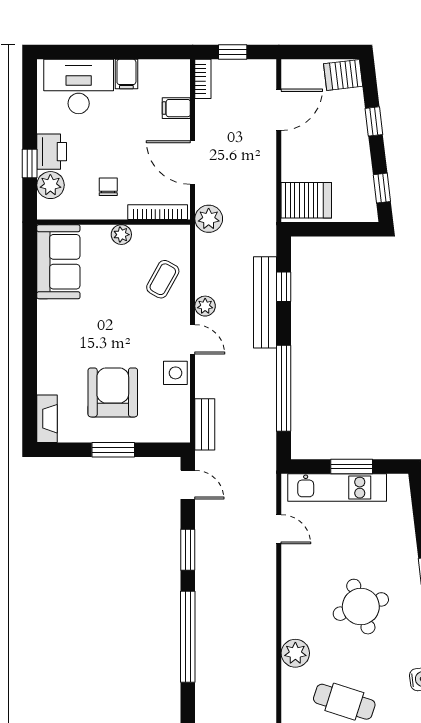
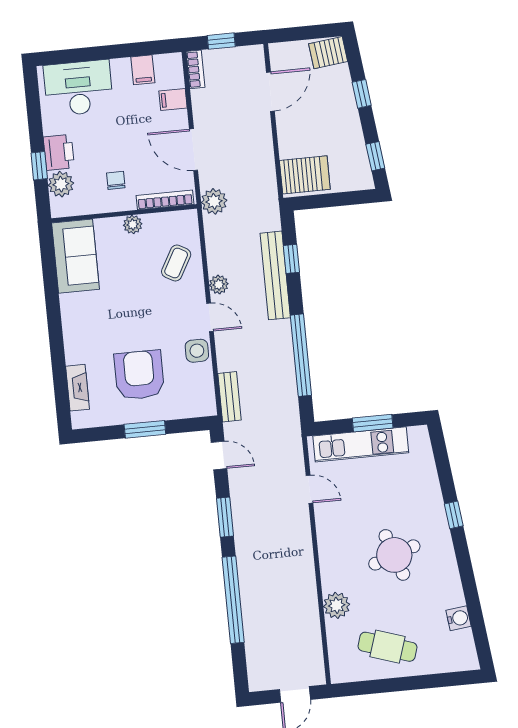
filing cabinet: (126, 74) -> (143, 70), moved
fireplace: (47, 419) -> (78, 388), moved

